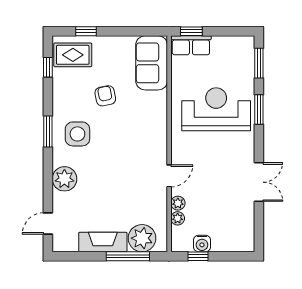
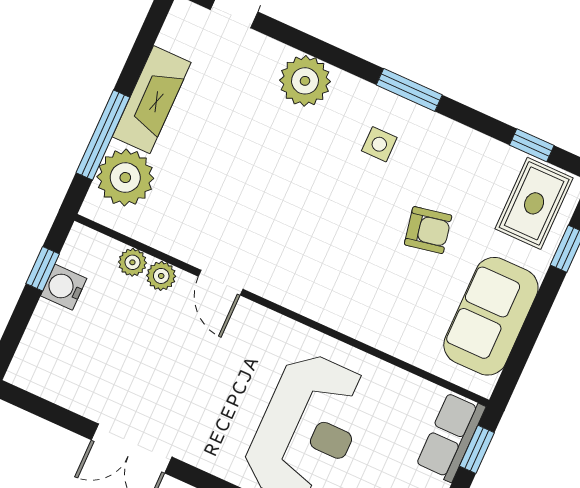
sofa: (152, 63) -> (491, 316), moved, turned -90
side table: (77, 134) -> (379, 144), width x0.54, depth x0.54

